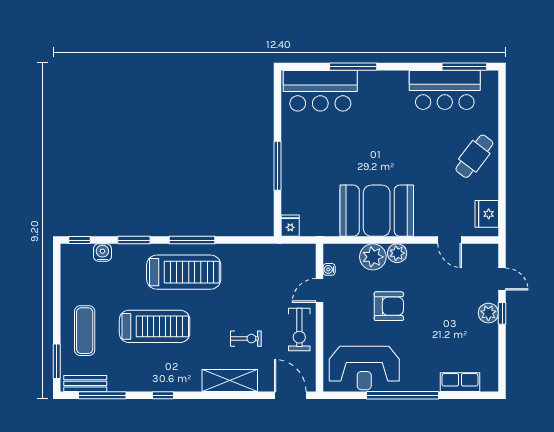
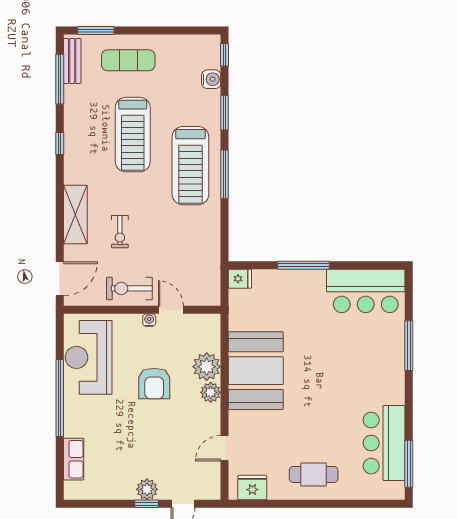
bar counter: (320, 91) -> (366, 291), moved, turned -90
cafe table: (474, 156) -> (314, 474), turned -37
water cooler: (329, 269) -> (149, 320), moved

